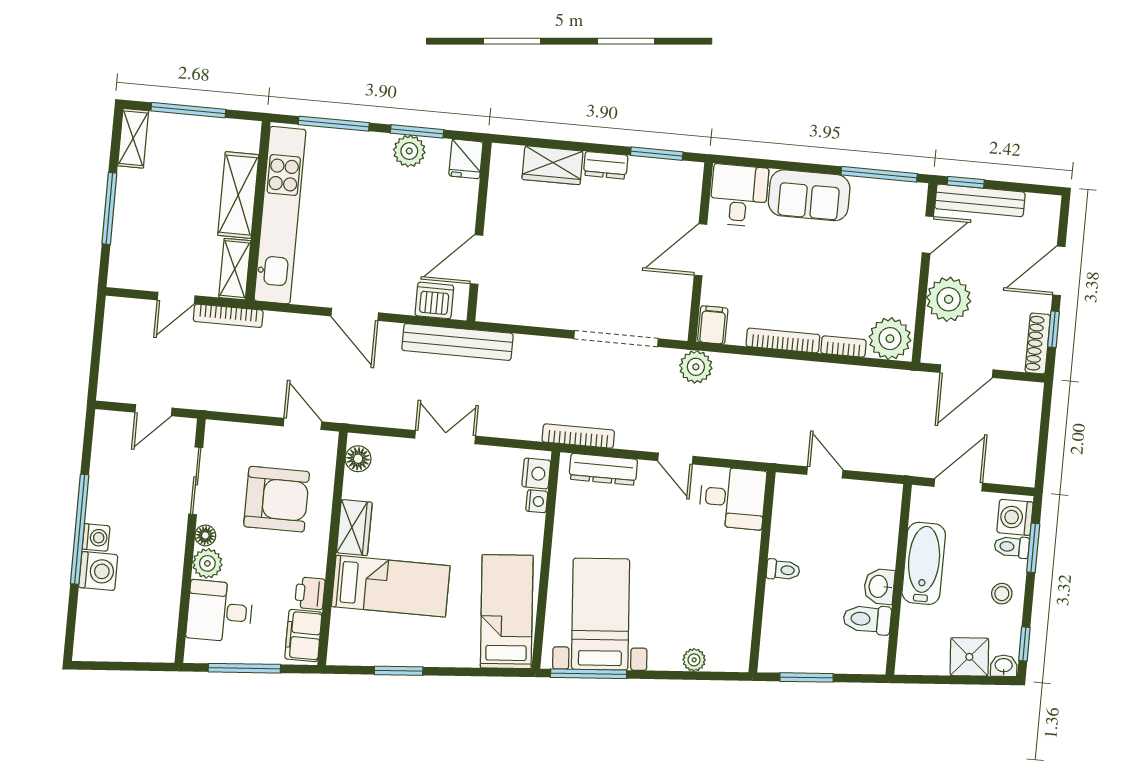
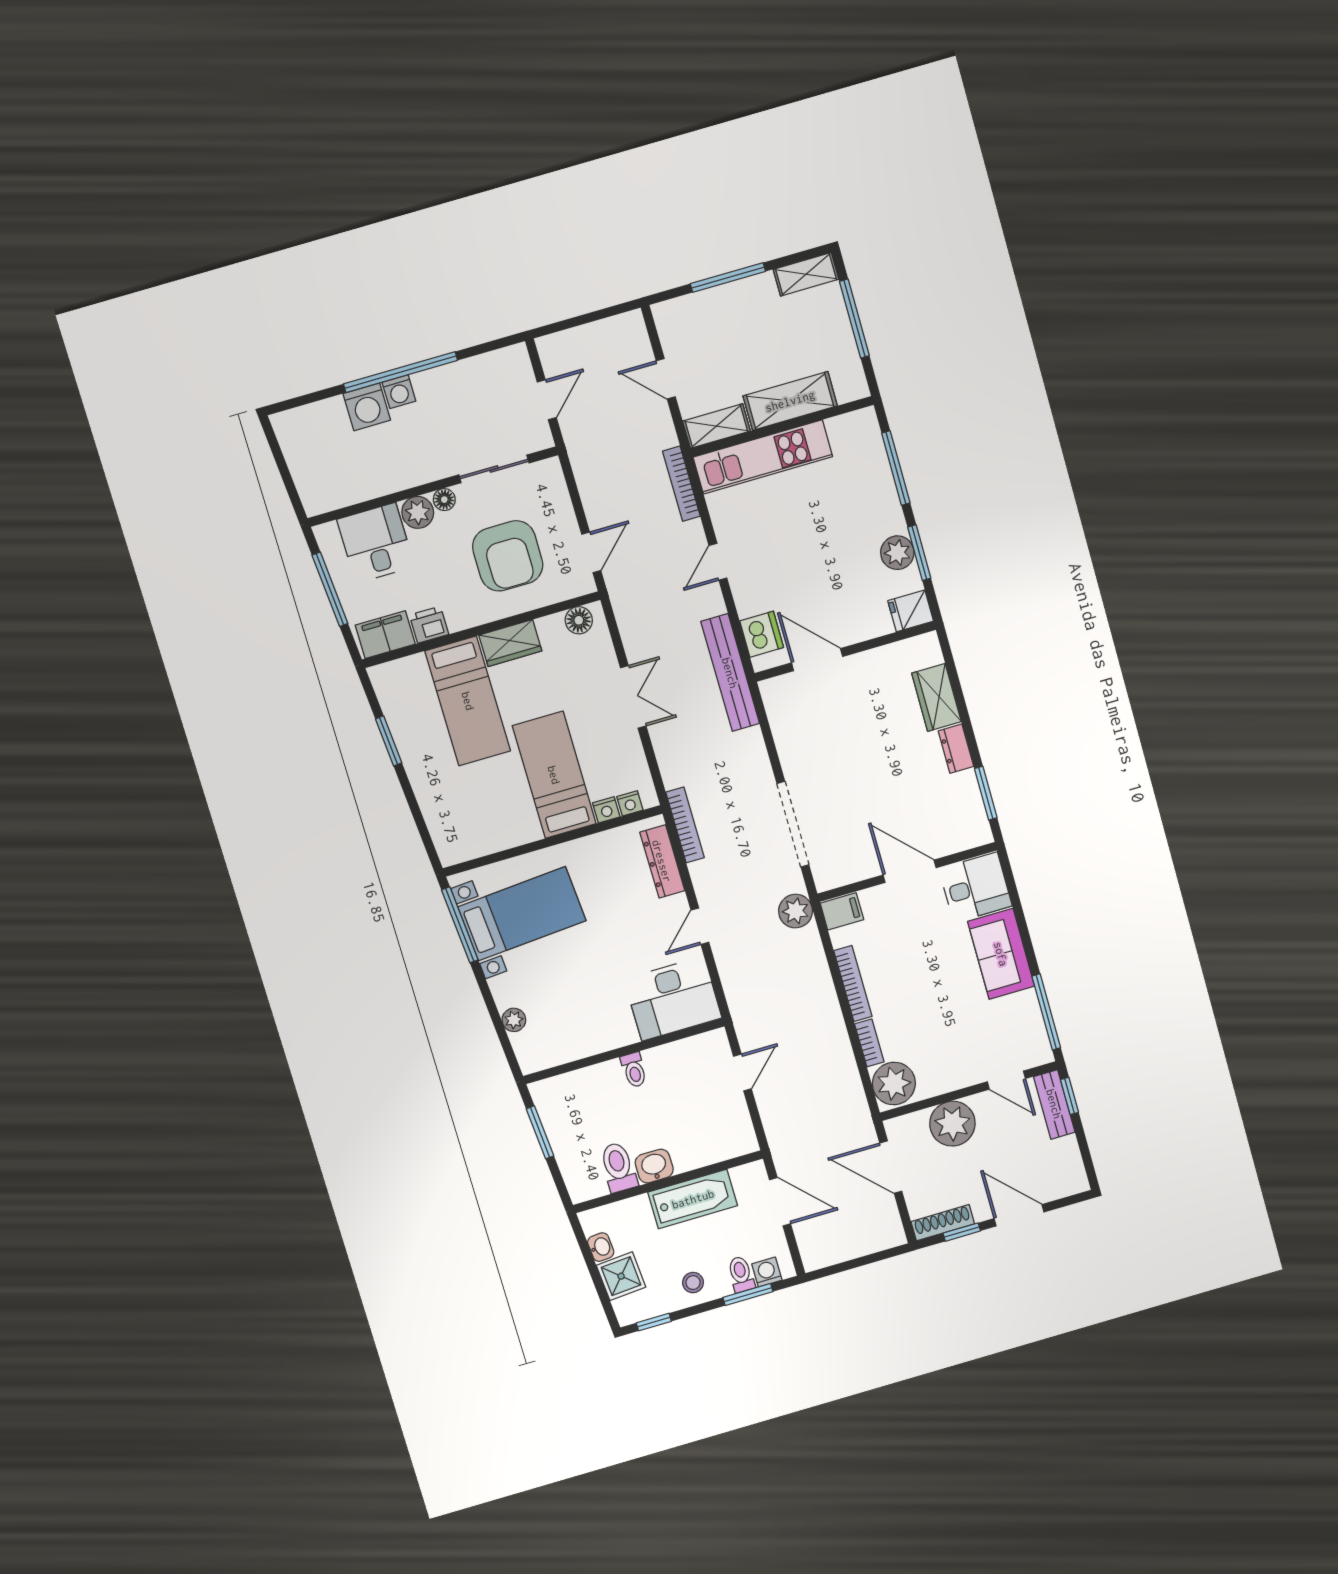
bench: (980, 200) -> (1054, 1104), width x0.73
kitchen unit: (280, 215) -> (763, 457), width x0.73
door: (355, 314) -> (718, 562), width x0.73
bookcase: (228, 316) -> (681, 484), moved
door: (154, 410) -> (547, 400), swing flipped
nightstand: (536, 473) -> (630, 803), width x0.72, depth x0.74
desk: (733, 498) -> (673, 999), width x1.37
washing machine: (1015, 517) -> (767, 1272), width x0.73, depth x0.73
bed: (507, 612) -> (554, 775), moved, turned -86
washbasin: (1004, 666) -> (601, 1247), moved

